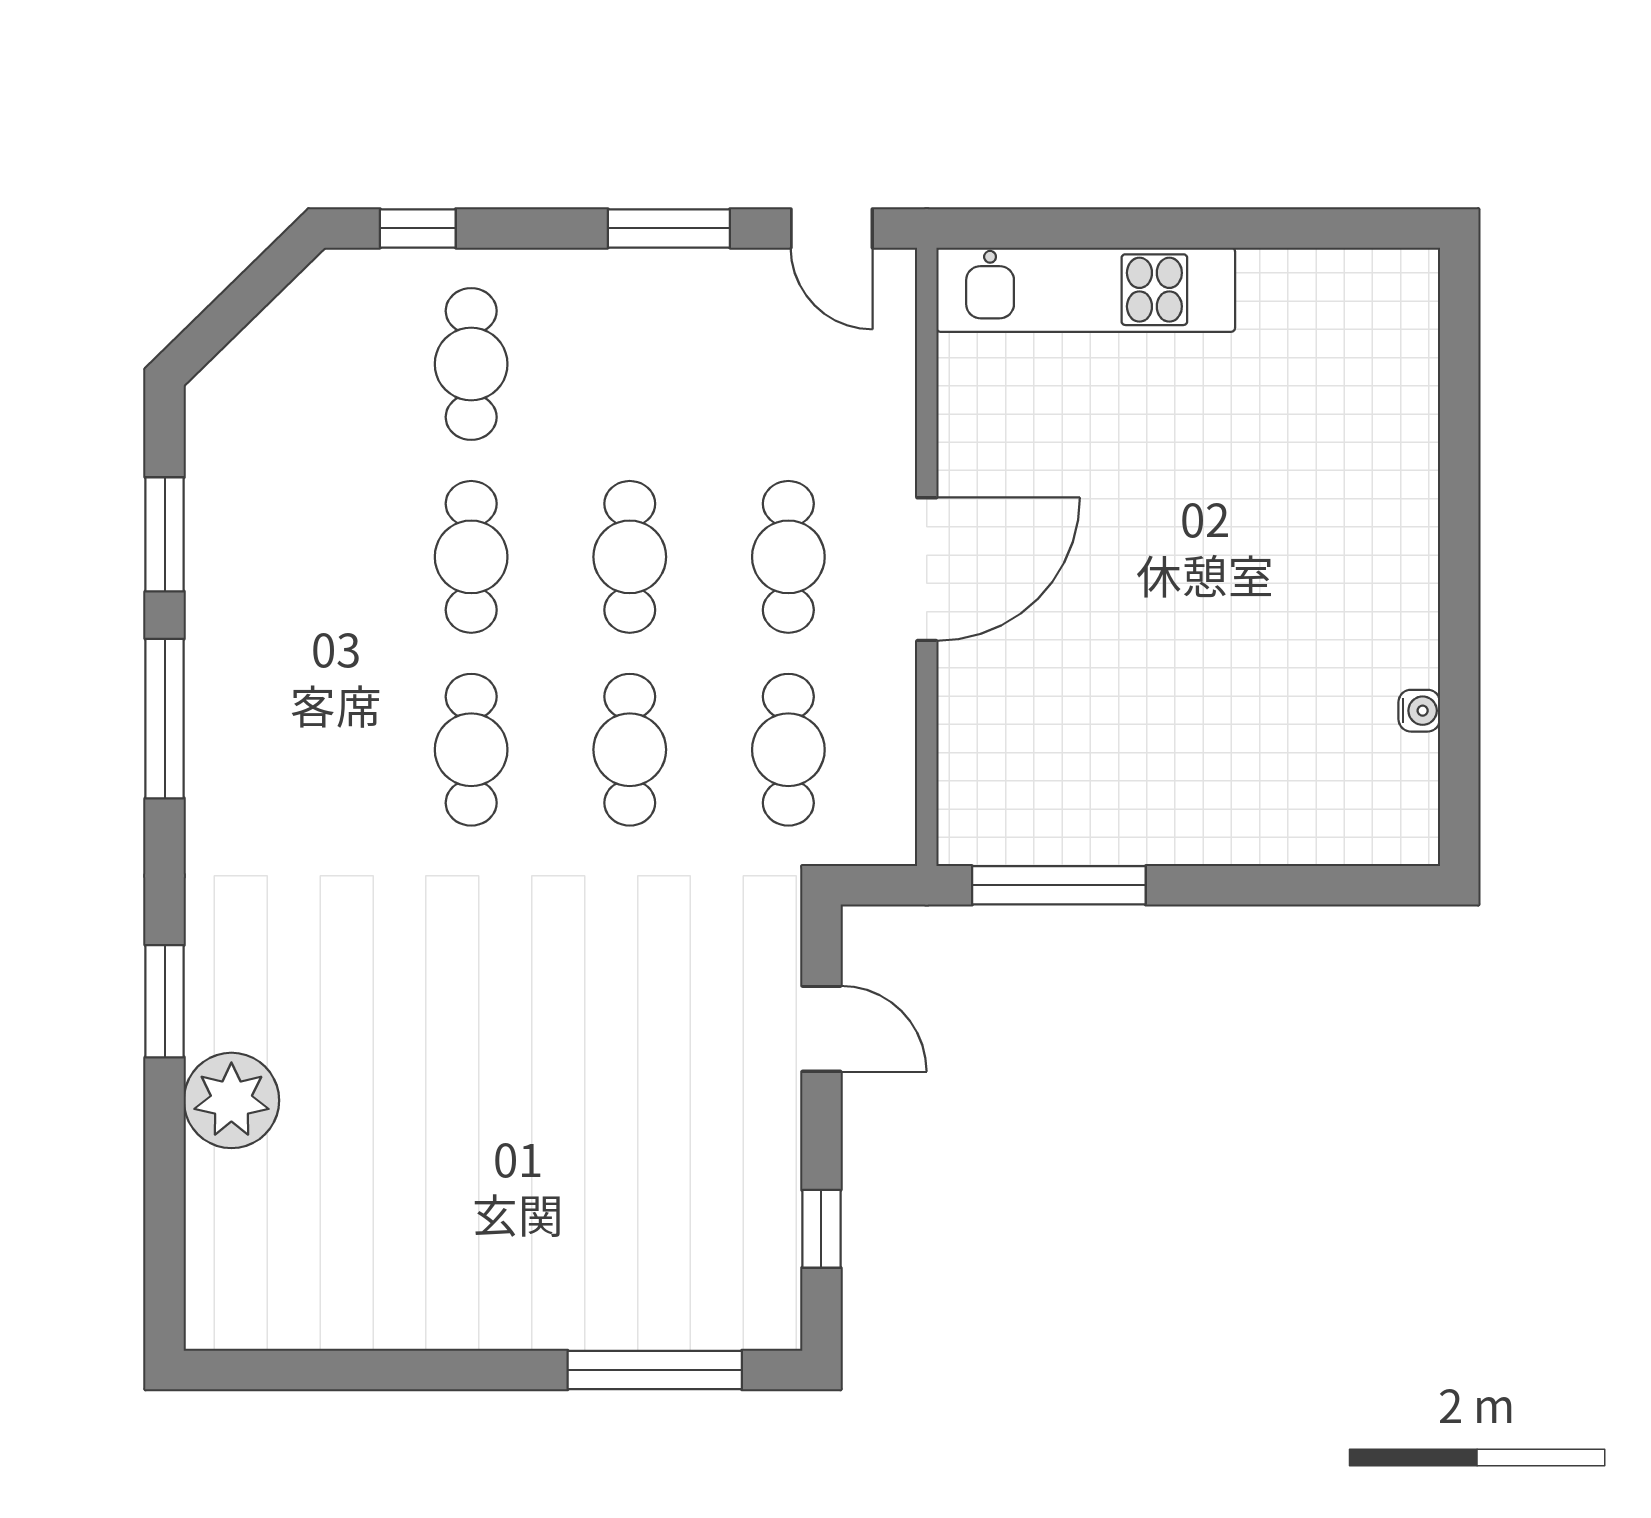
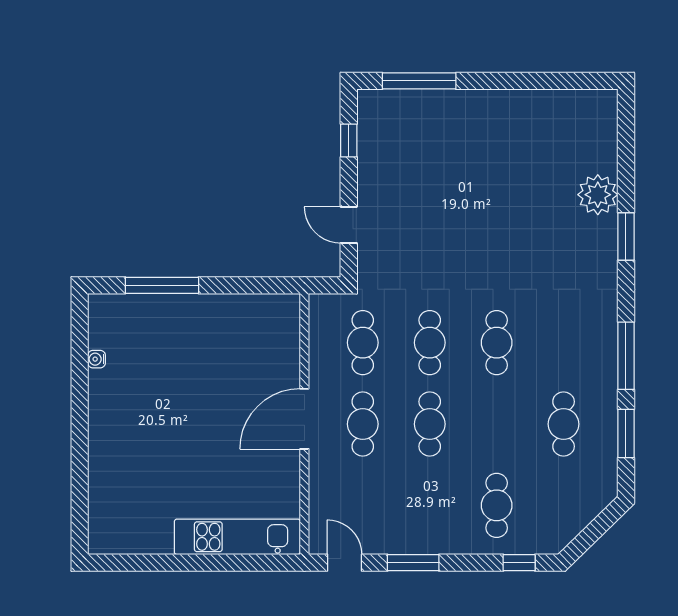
cafe table: (471, 557) -> (564, 424), moved
window: (1059, 885) -> (162, 285), moved

